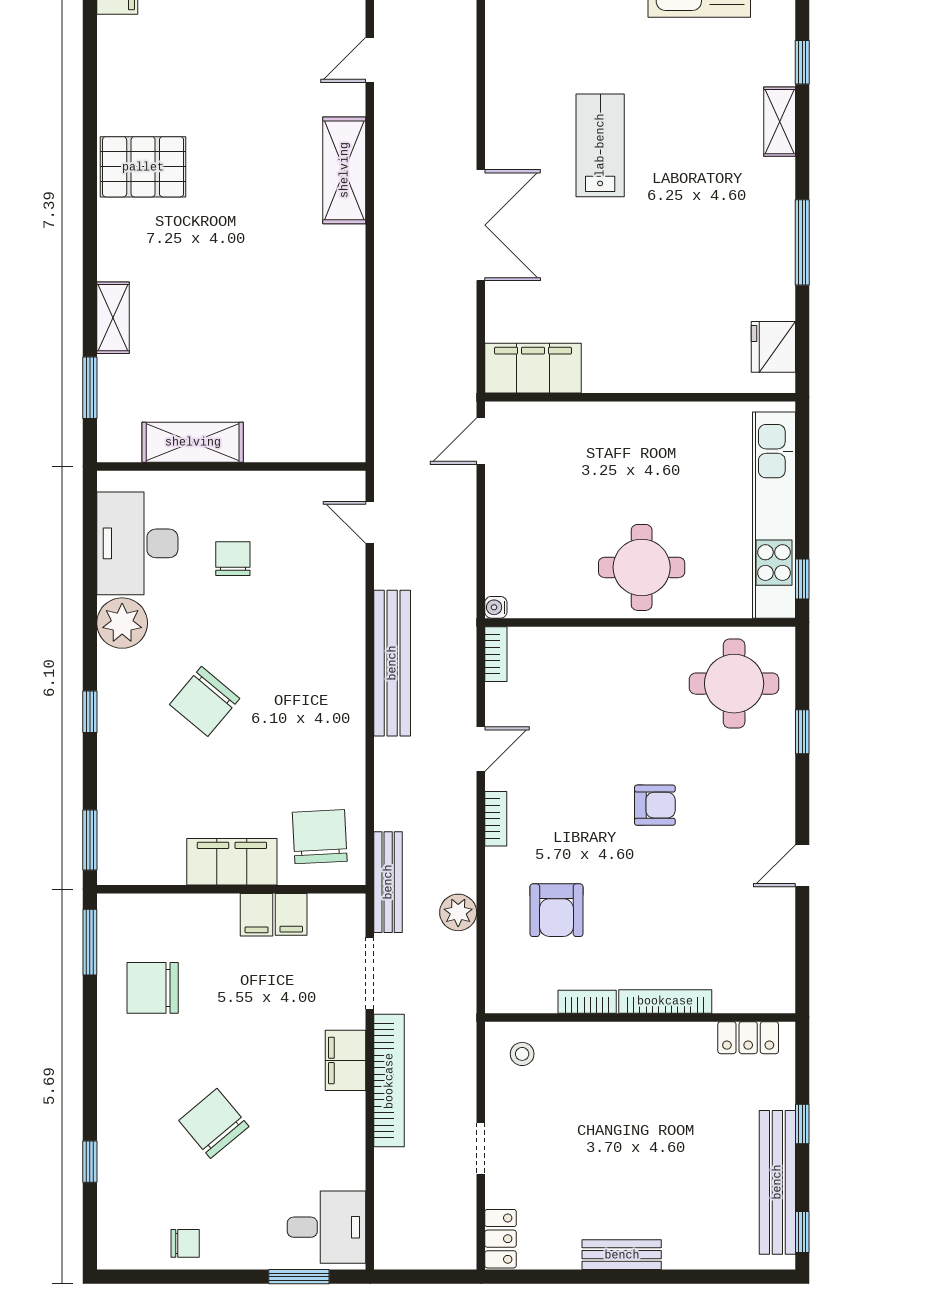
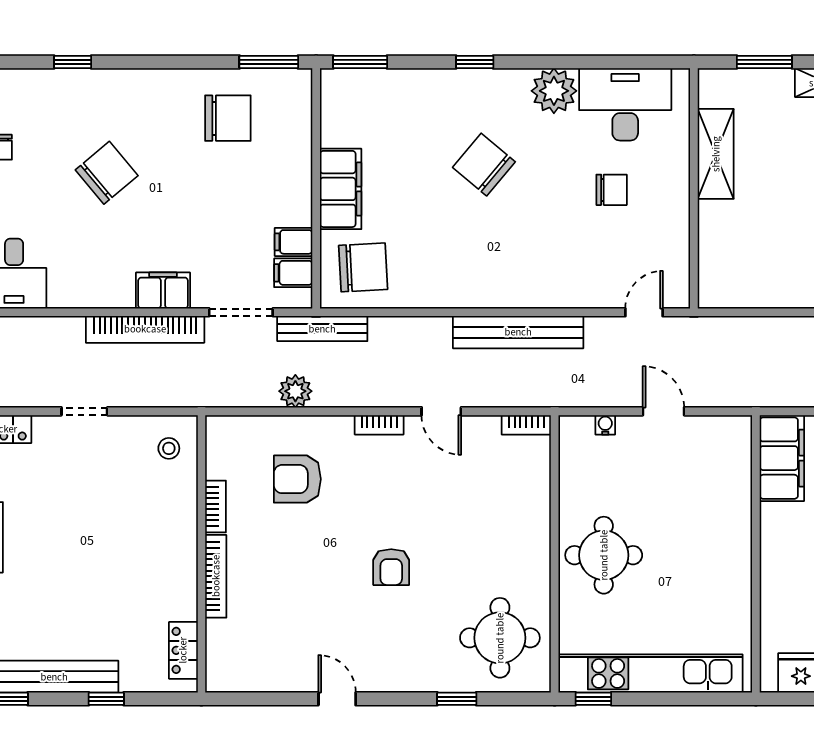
door: (481, 441) -> (663, 411), moved
water cooler: (496, 607) -> (605, 425), moved
filing cabinet: (257, 915) -> (293, 273), moved
chair: (153, 988) -> (228, 118), turned 90

